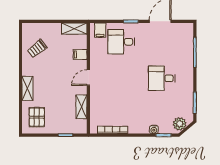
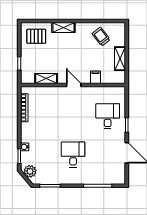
shelving: (74, 29) -> (120, 59), moved
filing cabinet: (100, 30) -> (118, 96), removed

